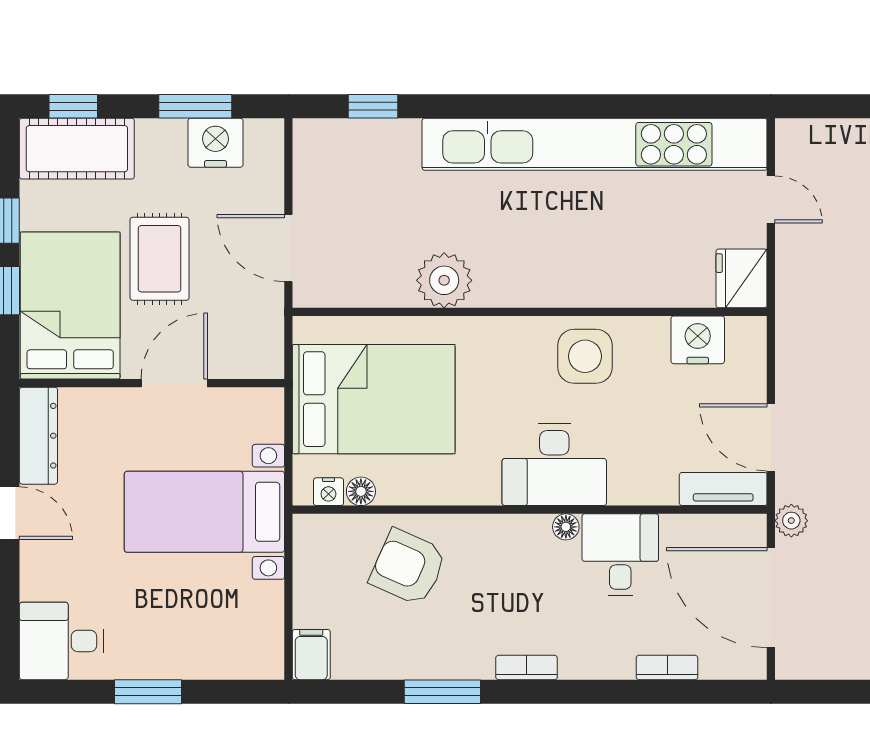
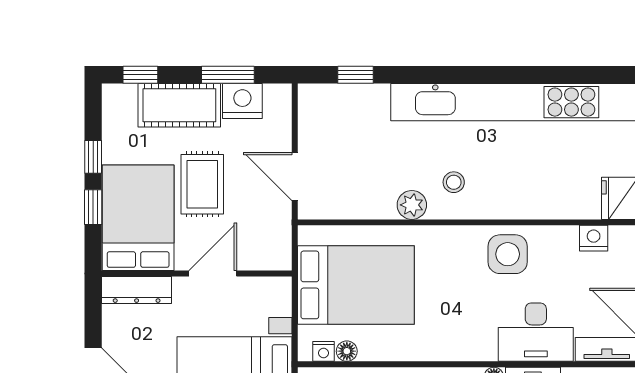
cot: (77, 149) -> (179, 105), moved
stool: (510, 256) -> (454, 182), added
plant: (444, 280) -> (412, 205), width x0.73, depth x0.73
nightstand: (698, 340) -> (594, 238), width x0.74, depth x0.75
dresser: (38, 436) -> (137, 290), moved, turned 90
desk: (554, 465) -> (536, 332), moved

